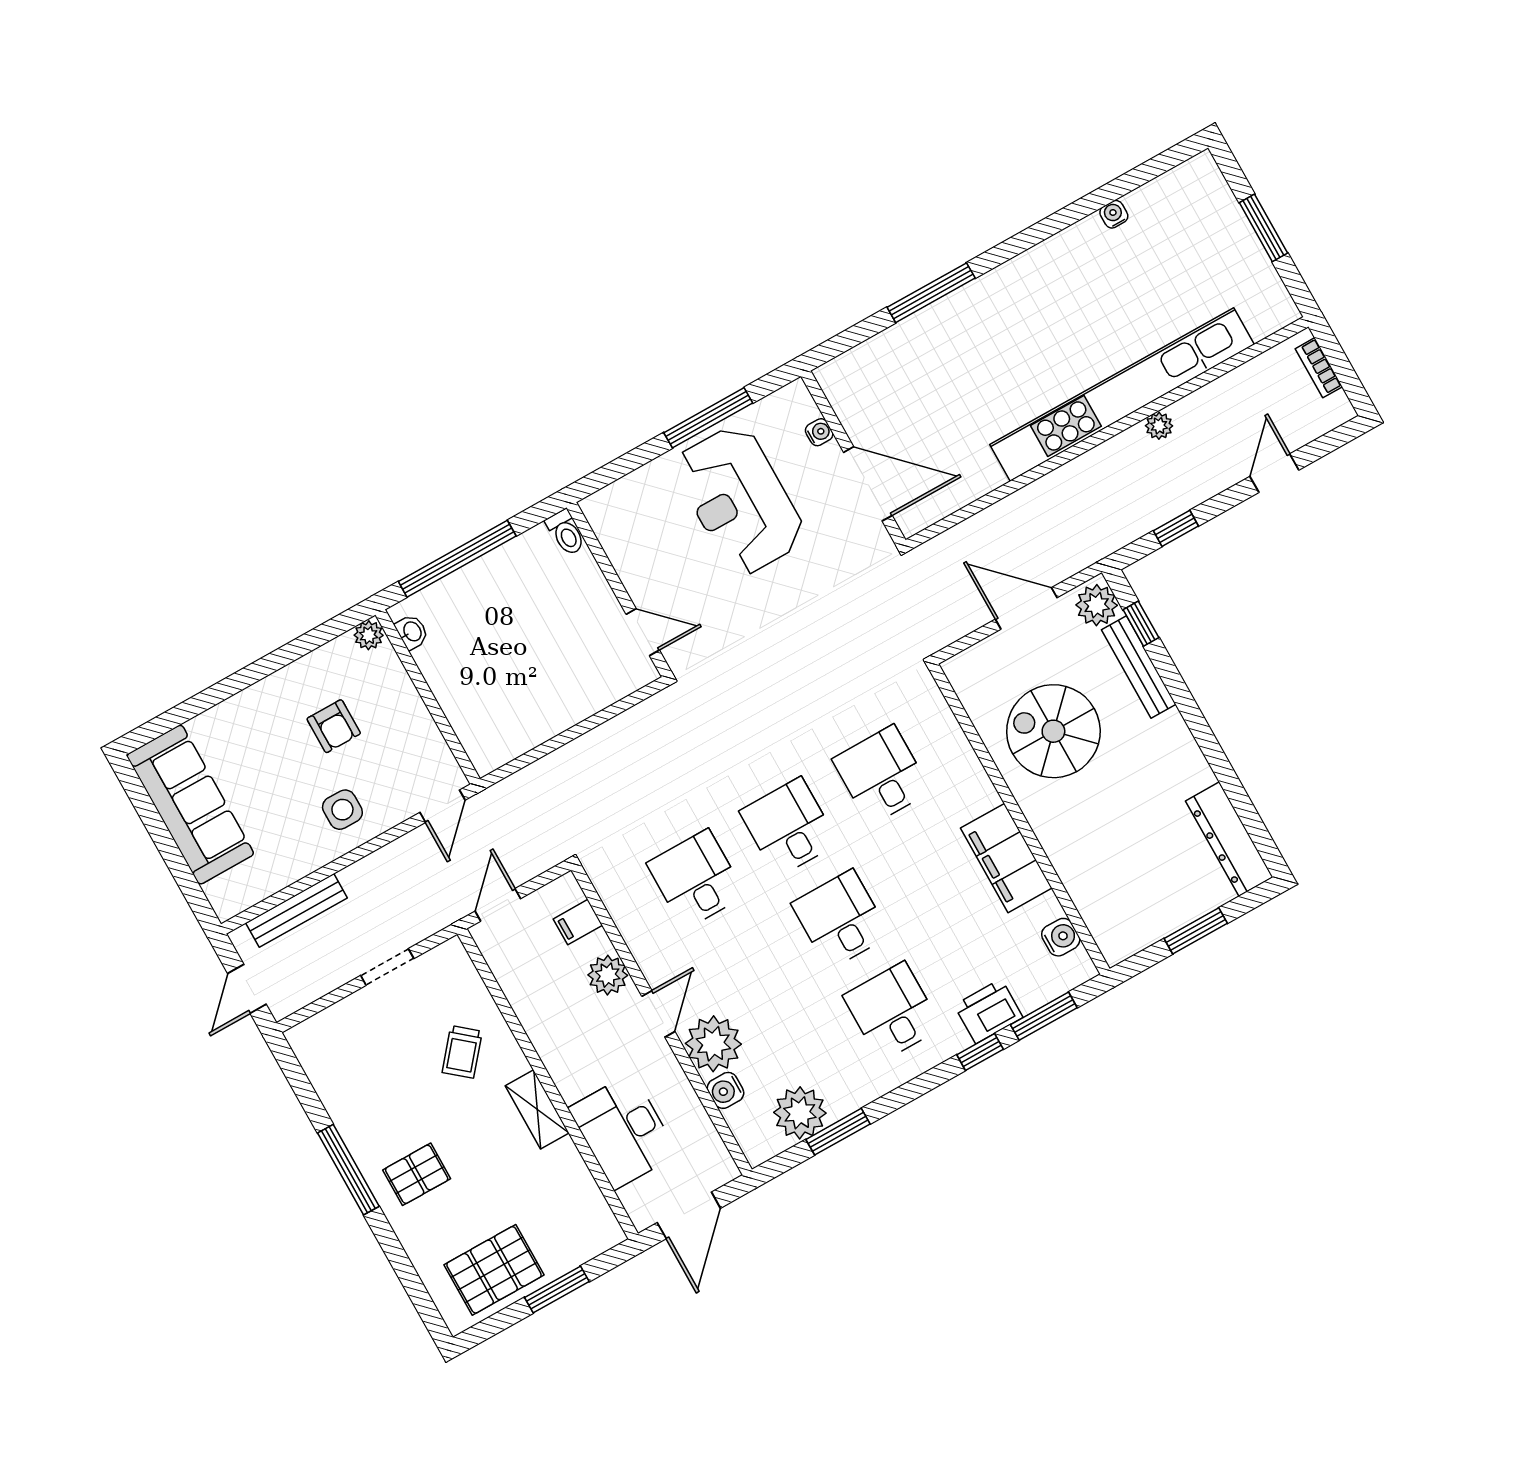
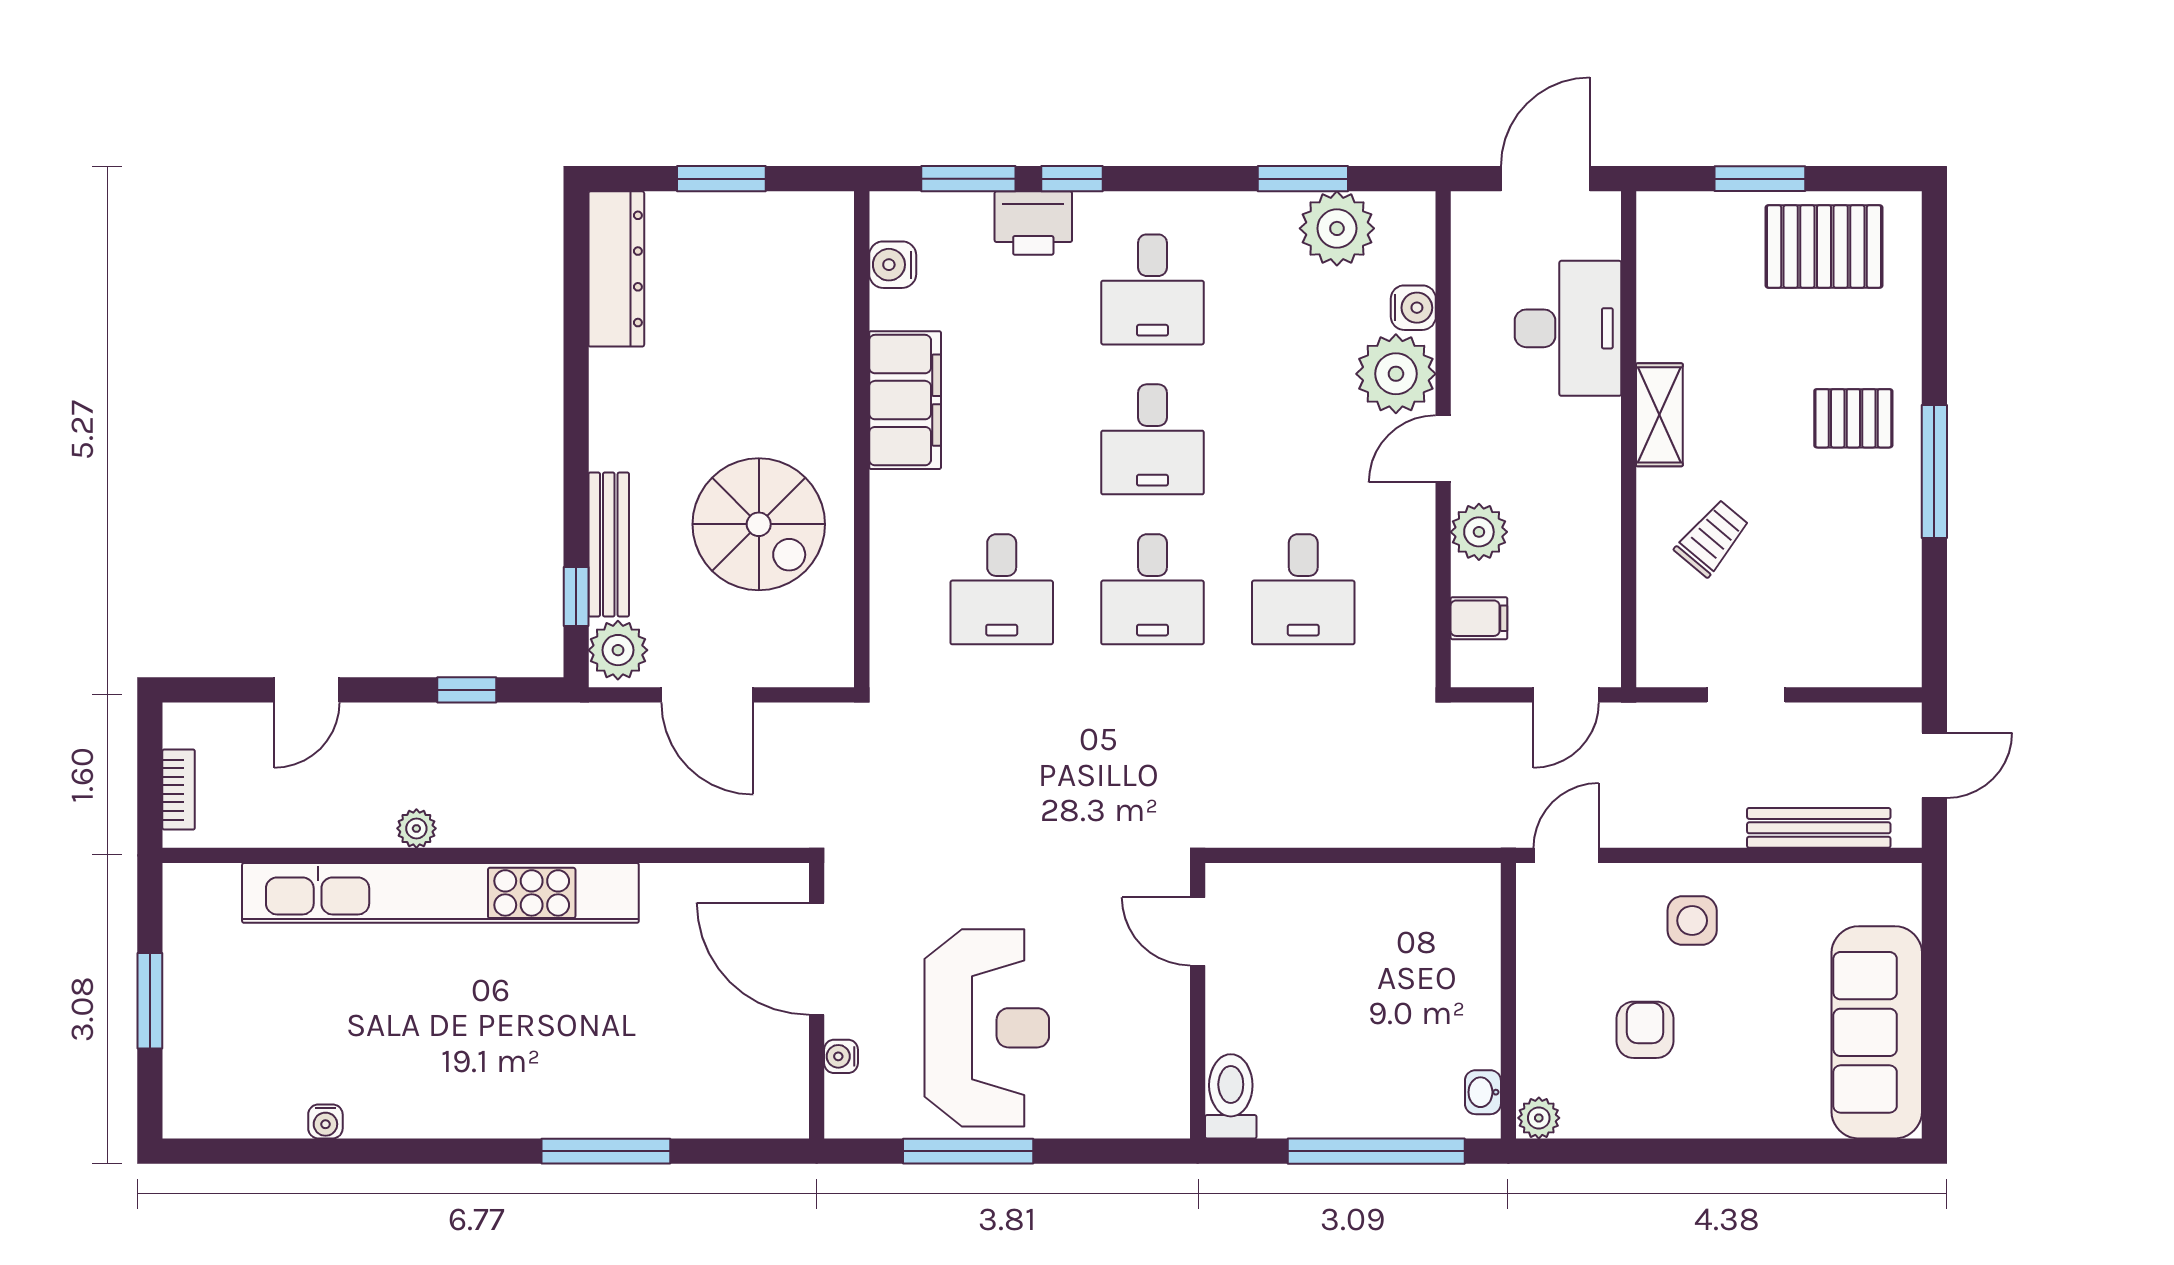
toilet: (566, 533) -> (1231, 1096), width x1.37, depth x1.39

